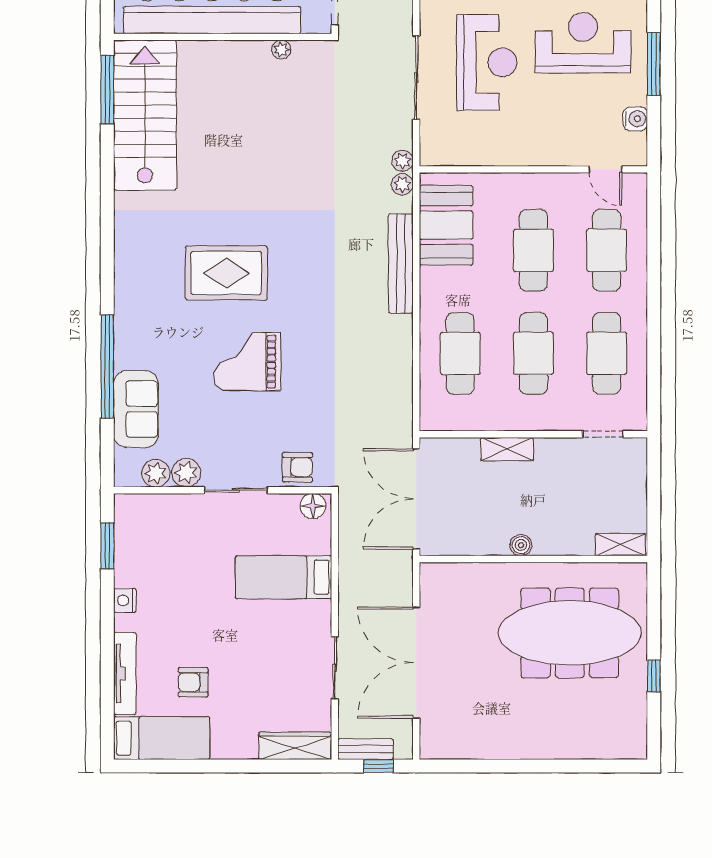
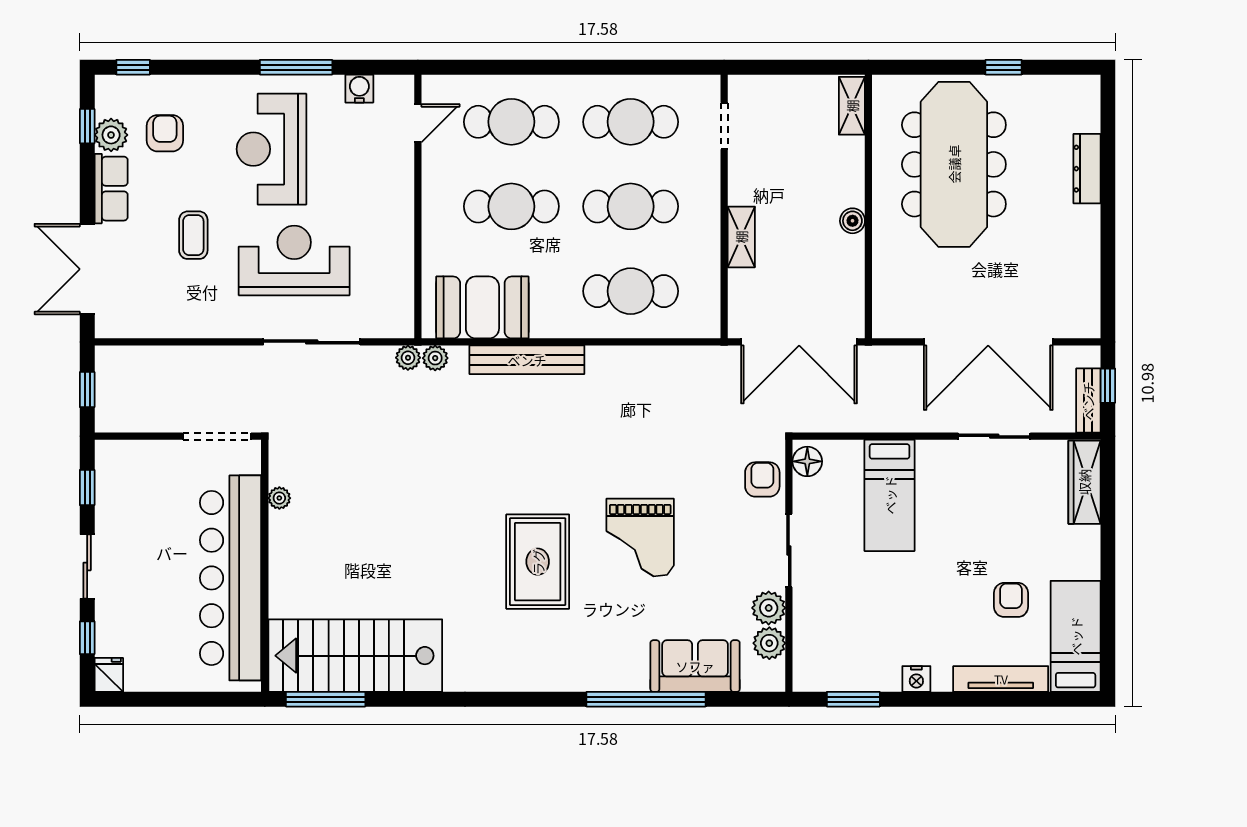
armchair: (193, 682) -> (1011, 600), turned 180
dresser: (566, 748) -> (1087, 169), added

